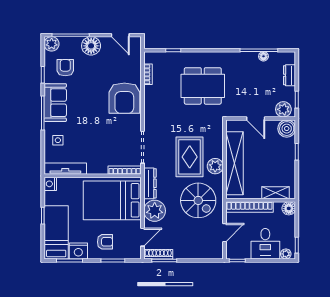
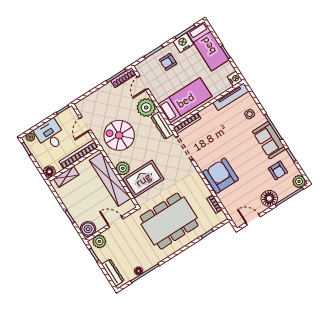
dresser: (289, 75) -> (113, 273), width x1.44
dining table: (203, 86) -> (169, 221), width x1.36, depth x1.24
rug: (190, 157) -> (143, 179), moved, turned 90
bed: (112, 200) -> (185, 100), width x0.67

